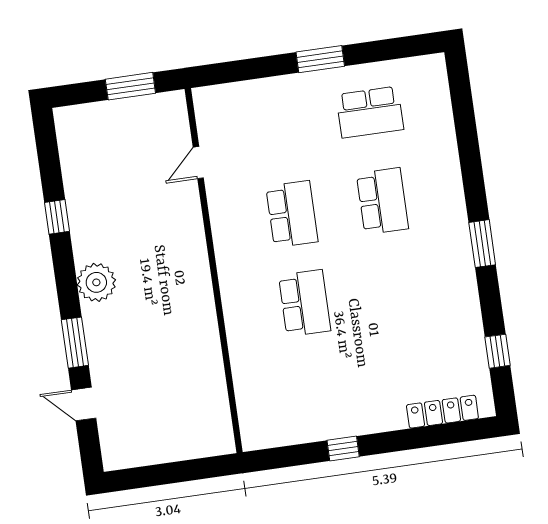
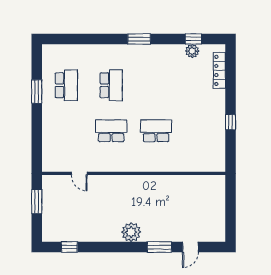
window: (320, 59) -> (37, 92), moved
school desk: (382, 201) -> (111, 85), turned 90
window: (57, 217) -> (69, 247), moved
plant: (473, 352) -> (192, 51), added

